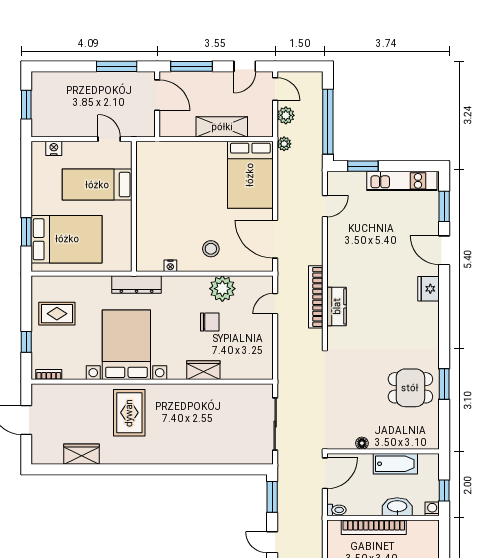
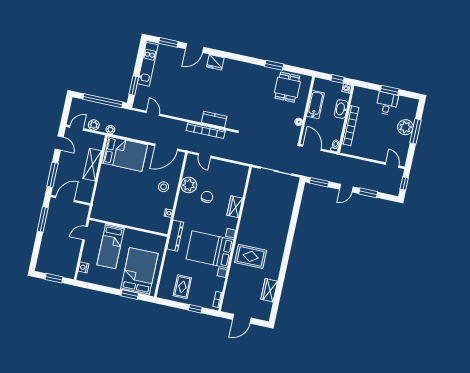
dining table: (410, 388) -> (287, 87), moved

